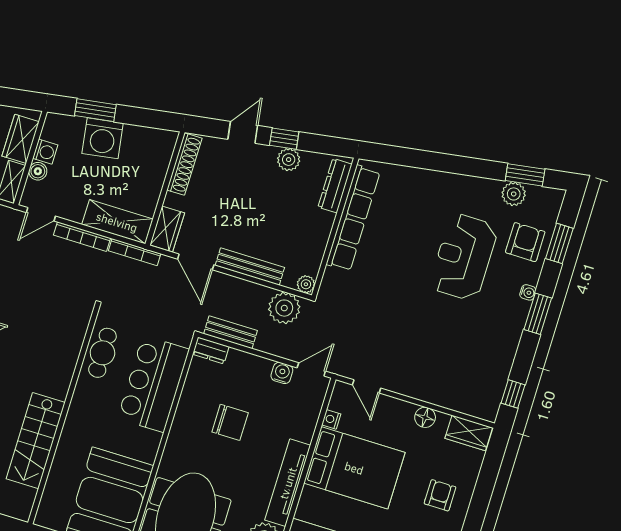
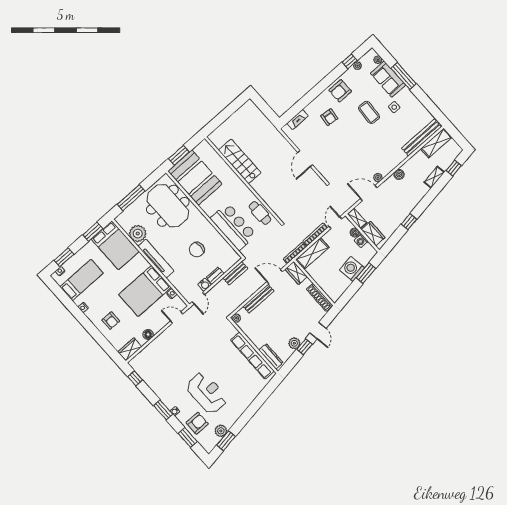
armchair: (525, 242) -> (197, 423), turned -90
plant: (284, 308) -> (232, 303), removed
dresser: (211, 350) -> (215, 276), moved

